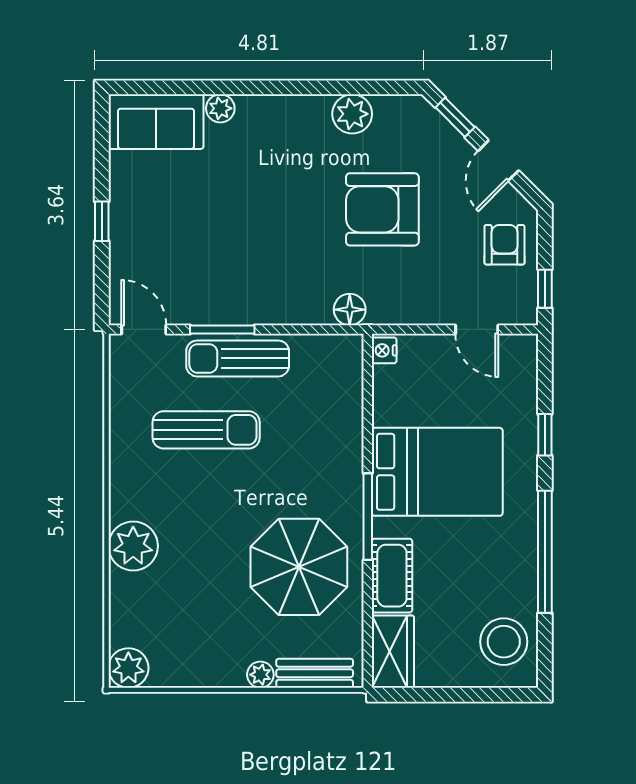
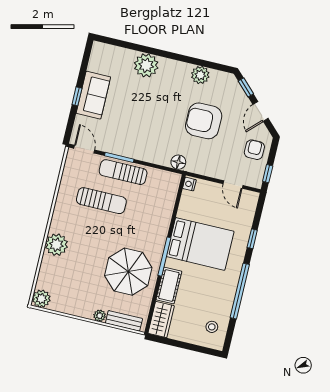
plant: (220, 108) -> (146, 65), width x1.88, depth x1.88
sofa: (156, 122) -> (93, 95), moved, turned -90
stool: (504, 642) -> (212, 327), width x0.53, depth x0.53

